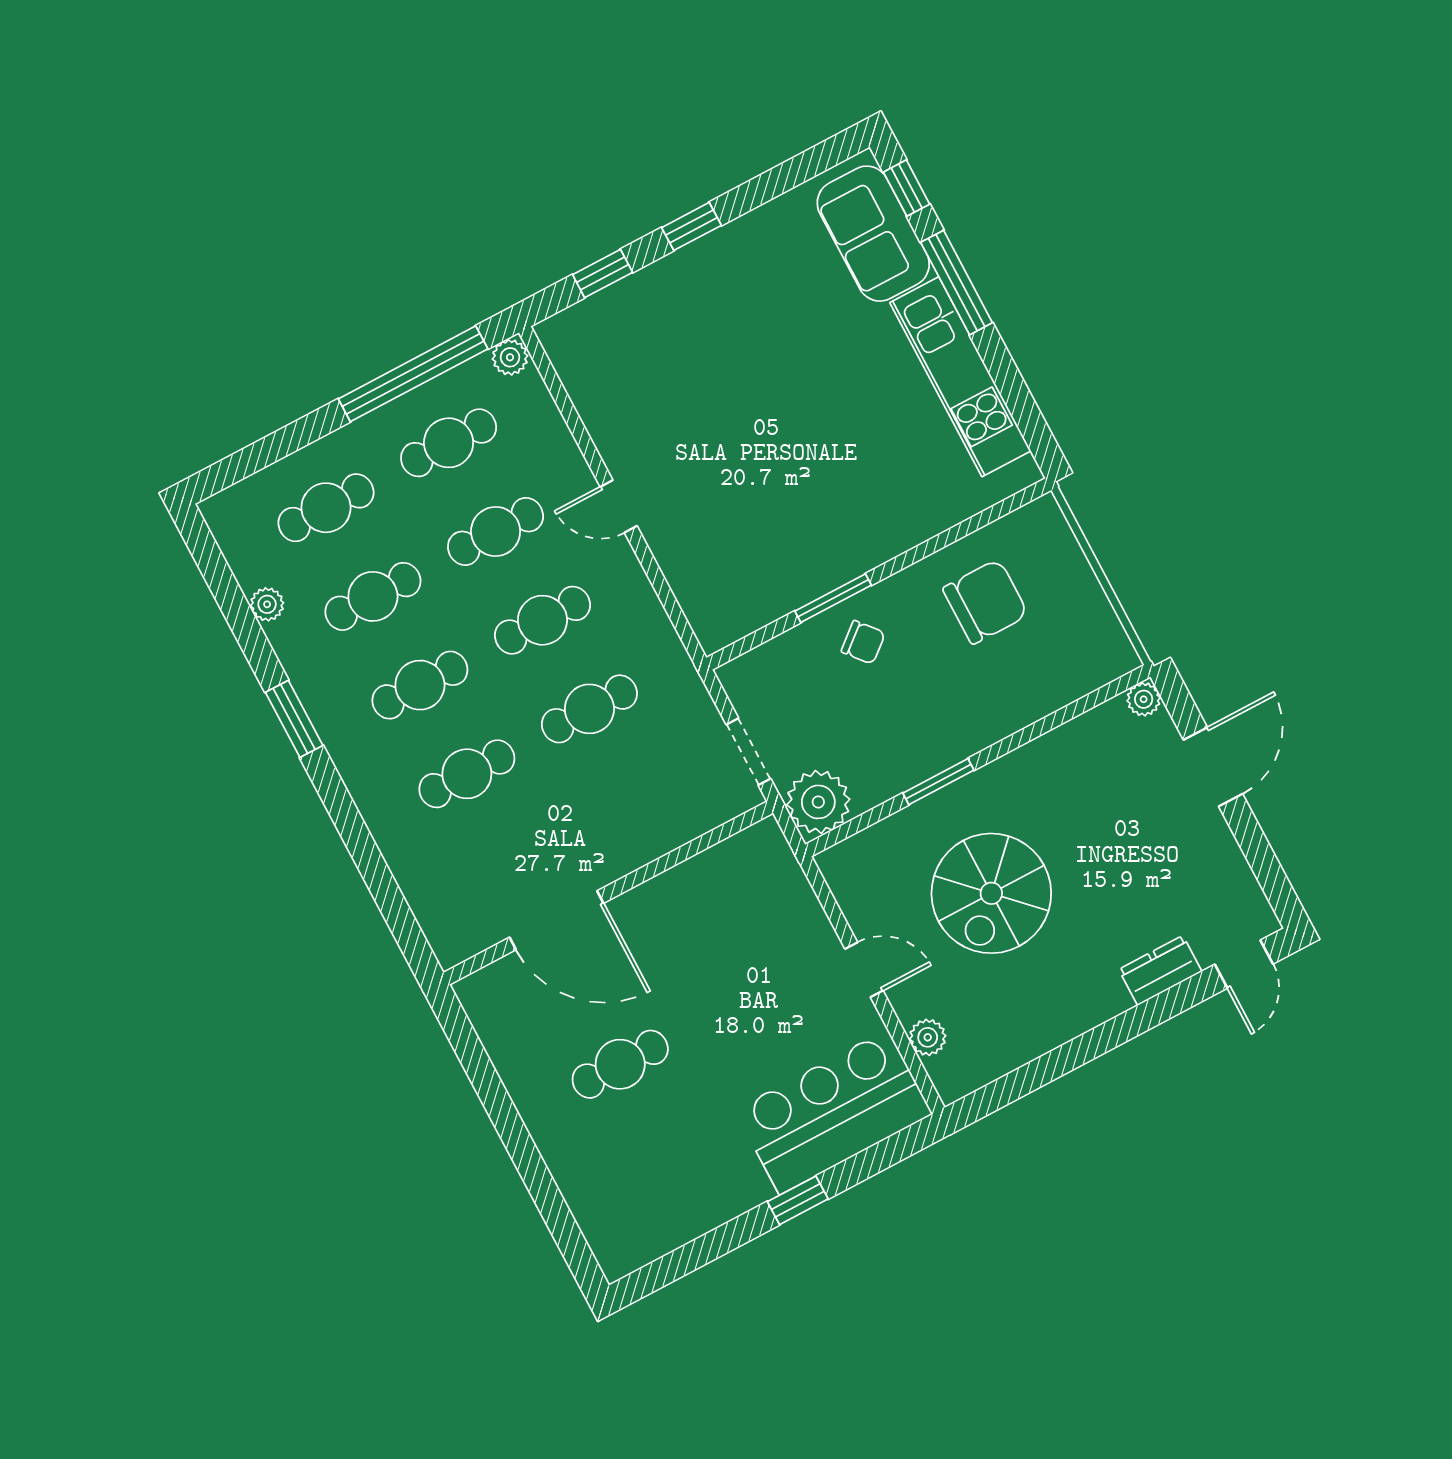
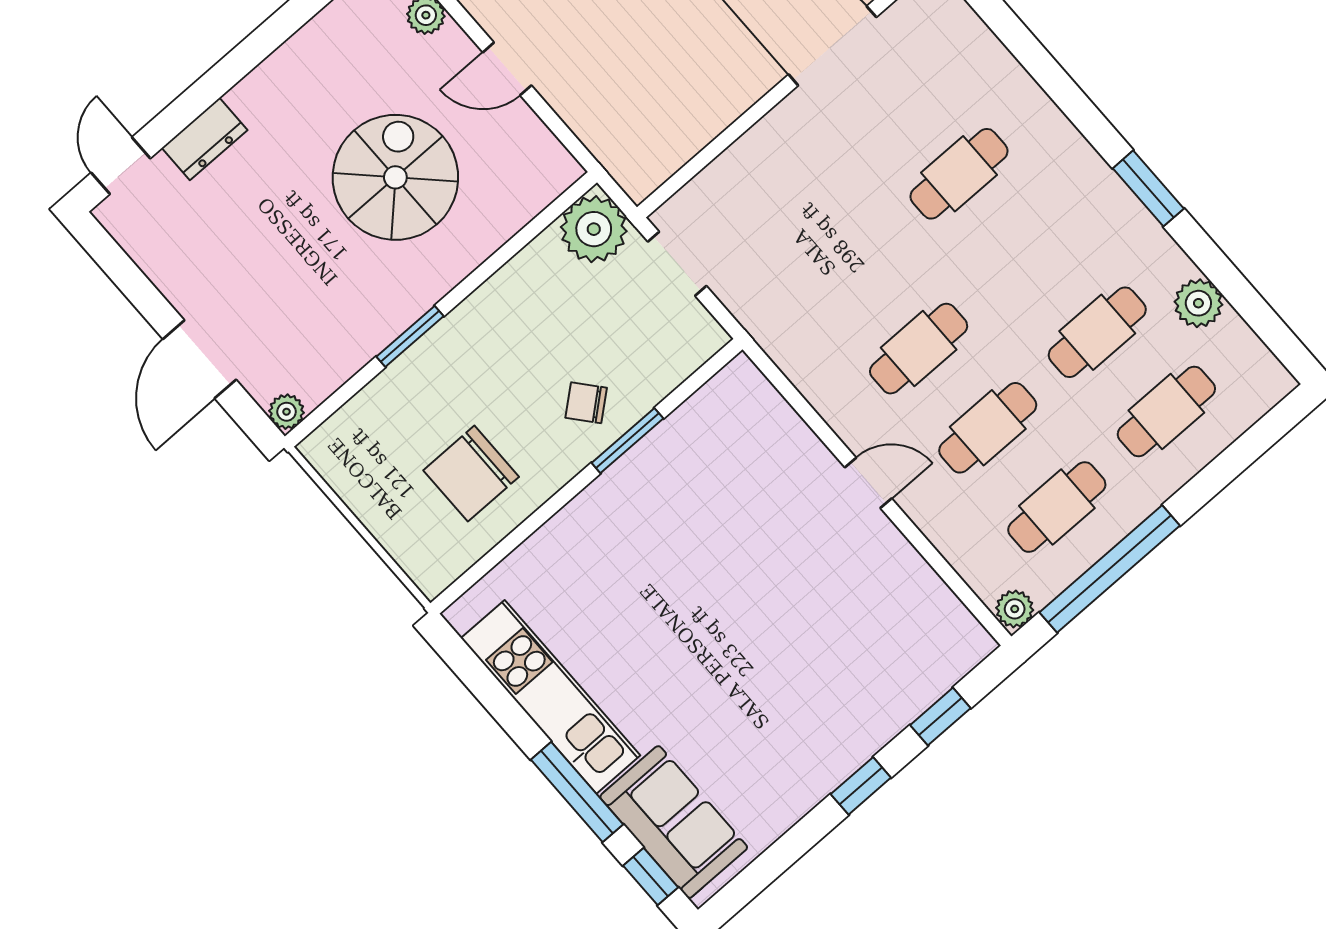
plant: (267, 604) -> (1198, 303), width x1.38, depth x1.38
cafe table: (420, 685) -> (1028, 253), removed
cafe table: (589, 709) -> (849, 269), removed
window: (938, 782) -> (410, 336), moved

